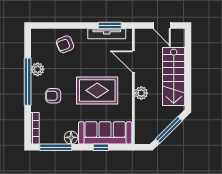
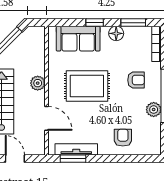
armchair: (65, 44) -> (123, 138), turned -68
sofa: (105, 133) -> (78, 39), width x0.73
window: (56, 147) -> (133, 23), width x0.69
window: (101, 147) -> (95, 23), moved

